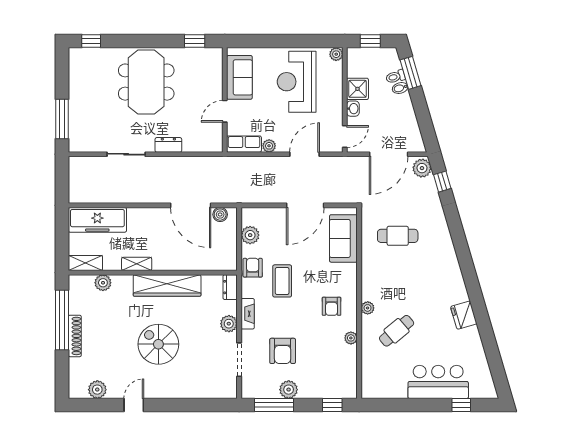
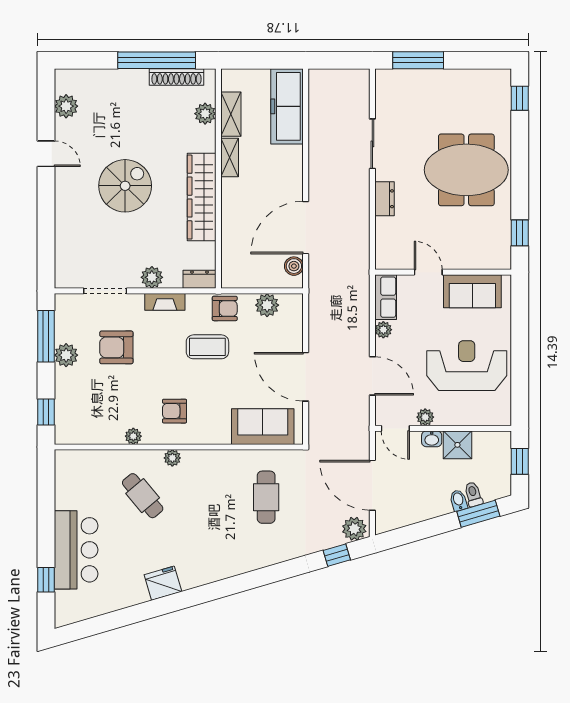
plant: (336, 54) -> (425, 417), moved
shelving: (85, 263) -> (231, 114), moved
shoe rack: (75, 336) -> (176, 77), moved

